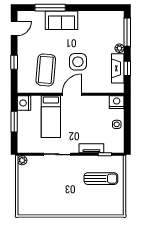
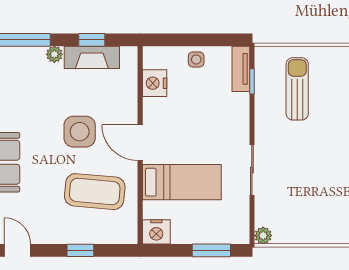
nightstand: (117, 102) -> (155, 83), moved
window: (14, 122) -> (211, 250), moved
tv unit: (91, 148) -> (241, 69), moved

